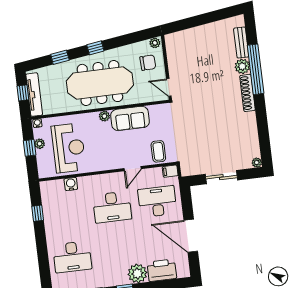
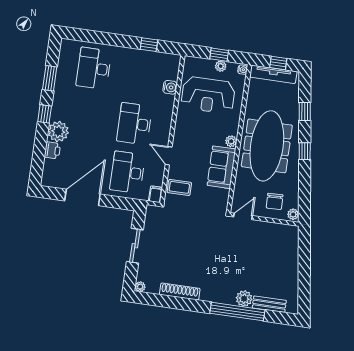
shoe rack: (248, 93) -> (180, 292), moved
desk: (157, 202) -> (128, 172), turned 180
printer: (162, 270) -> (52, 150), width x0.53, depth x0.68

